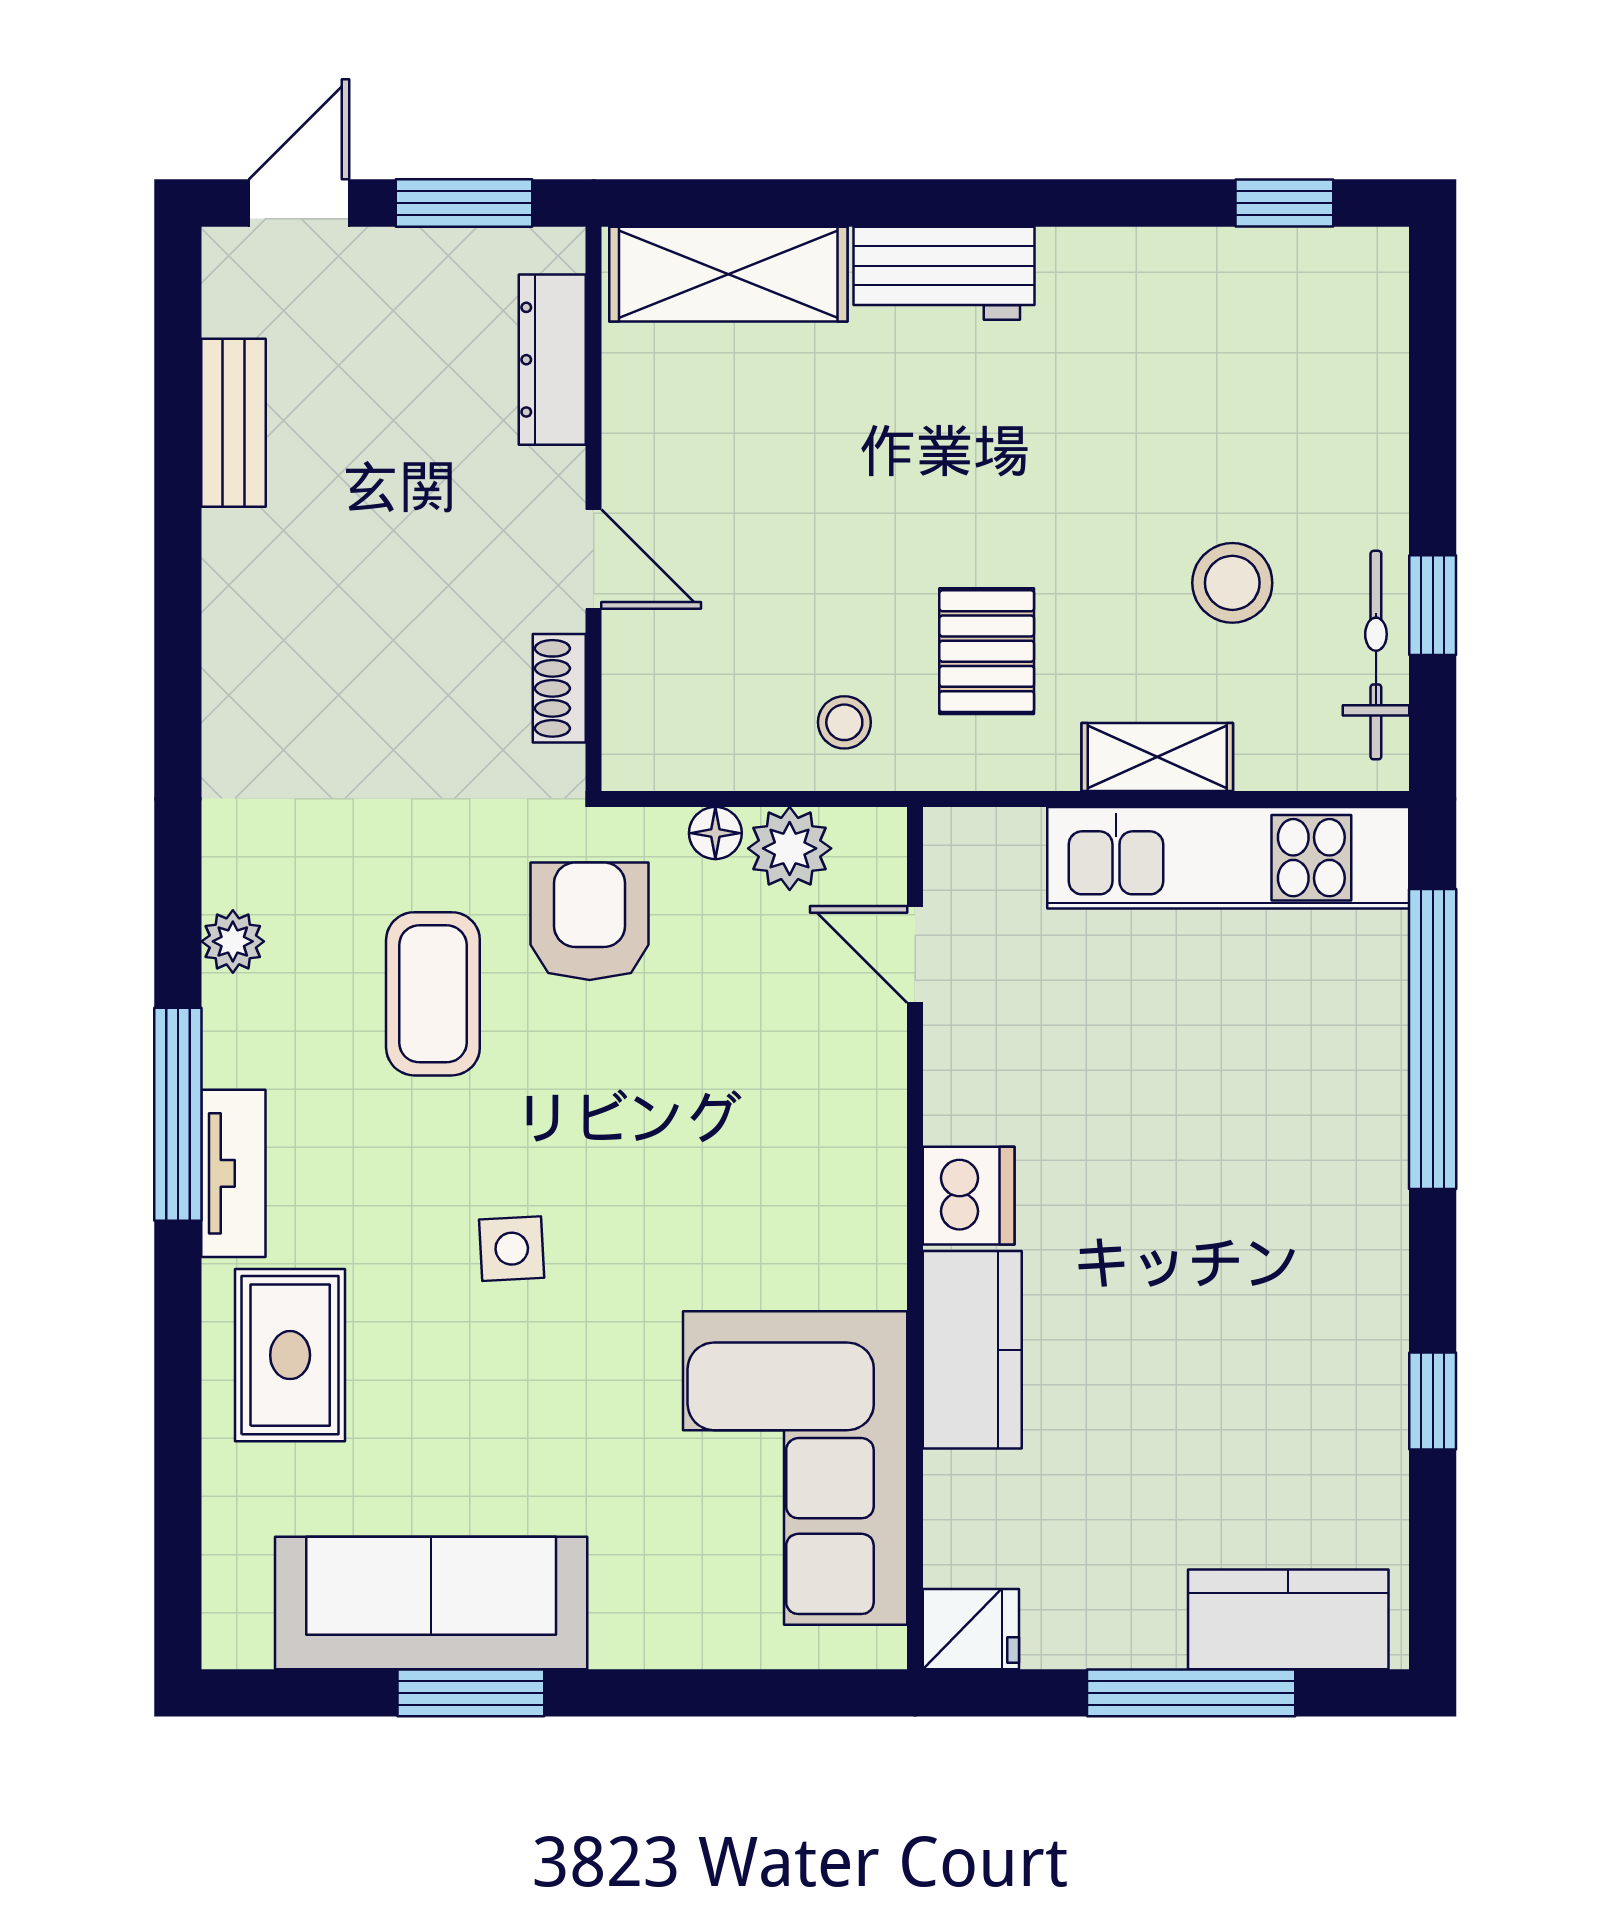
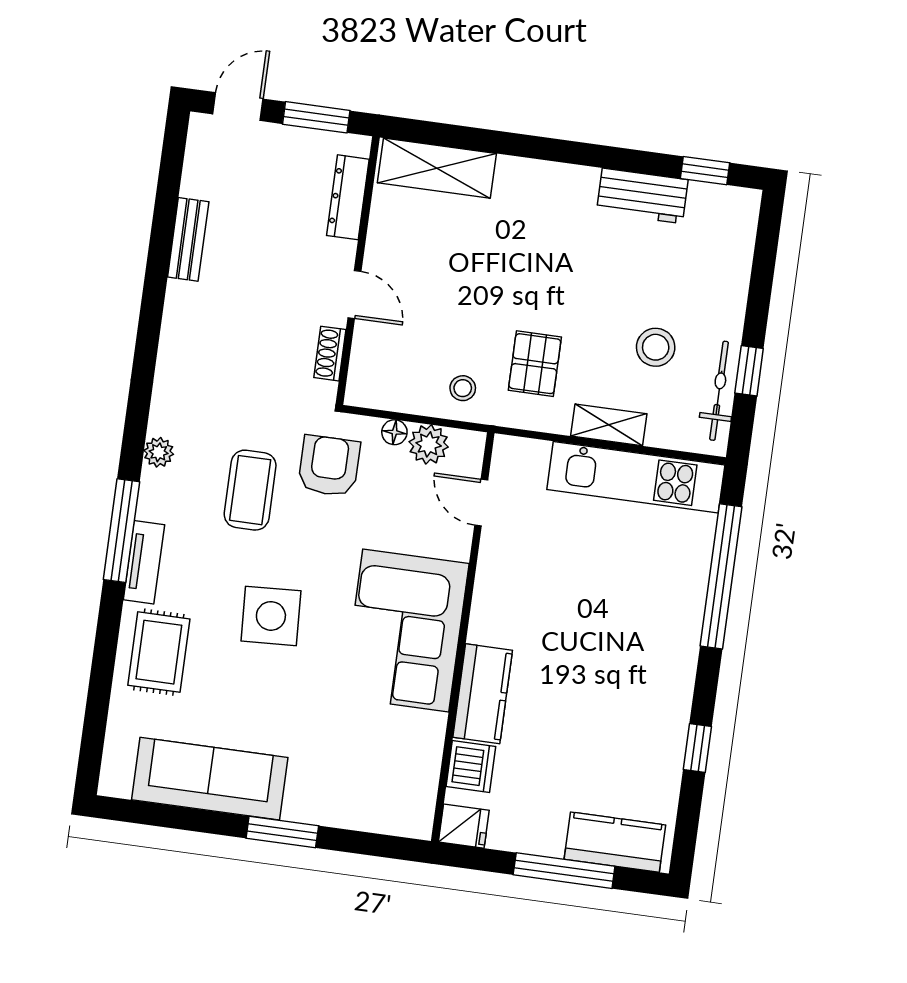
workbench: (944, 273) -> (642, 196), moved
bench: (234, 423) -> (188, 239), moved
dishwasher: (969, 1196) -> (471, 767), moved
side table: (512, 1249) -> (271, 616), width x1.87, depth x1.87
corner sofa: (795, 1468) -> (406, 631), moved
window: (471, 1693) -> (282, 832), moved

